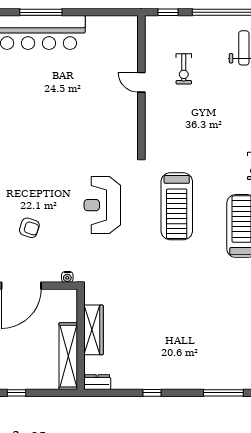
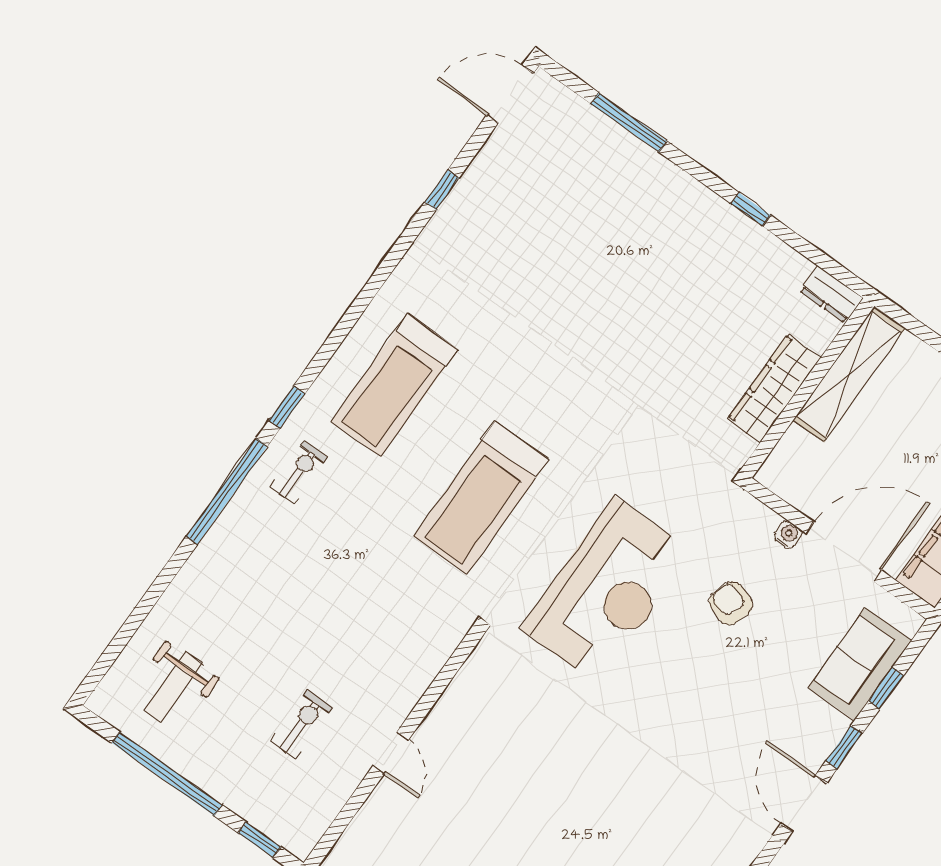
reception desk: (102, 205) -> (607, 591), width x1.36, depth x1.30
treadmill: (177, 206) -> (481, 498), turned 180
armchair: (29, 228) -> (731, 603), moved
water cooler: (67, 277) -> (788, 535), moved

